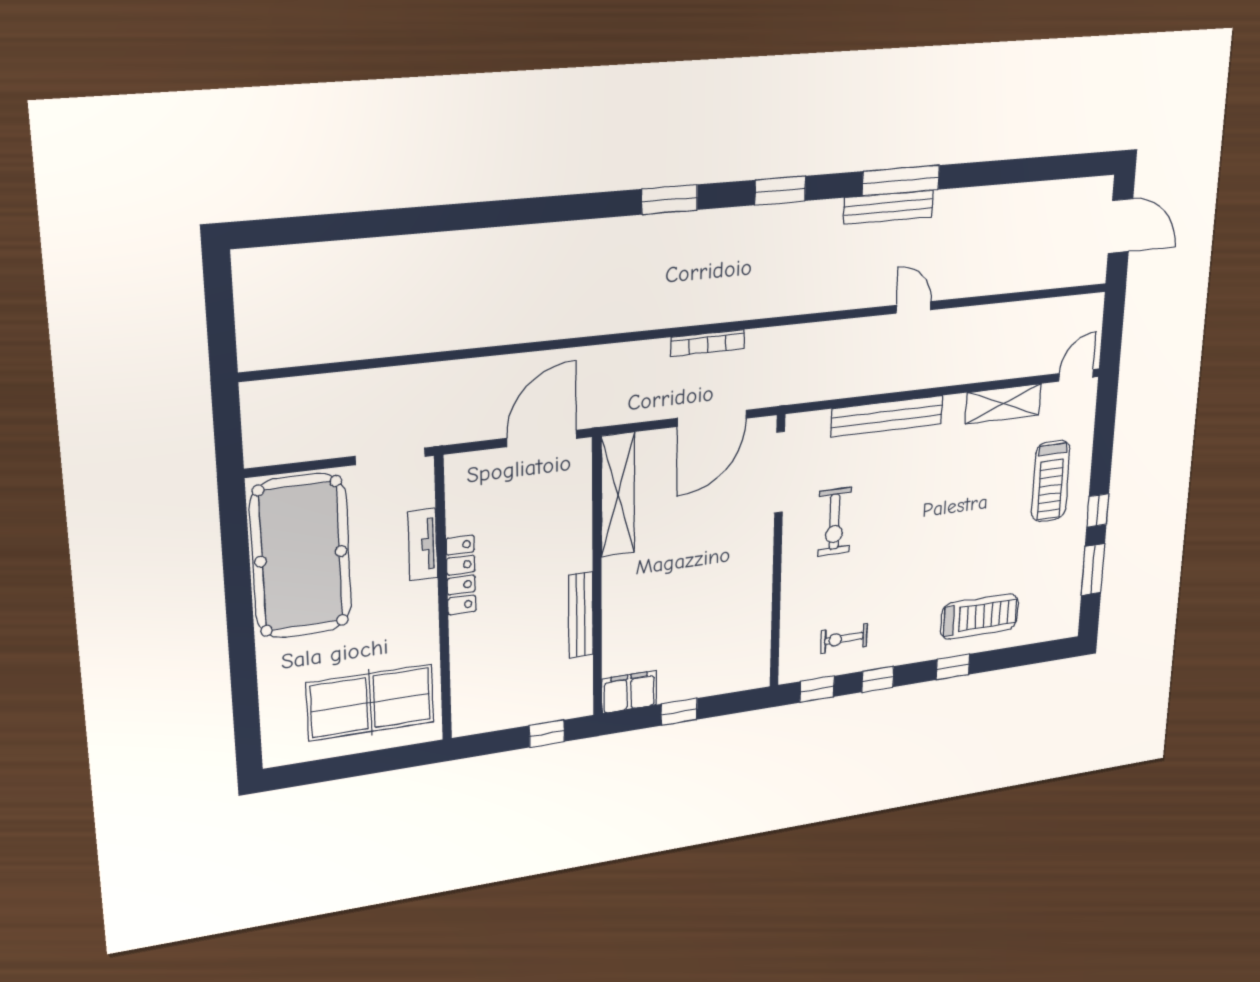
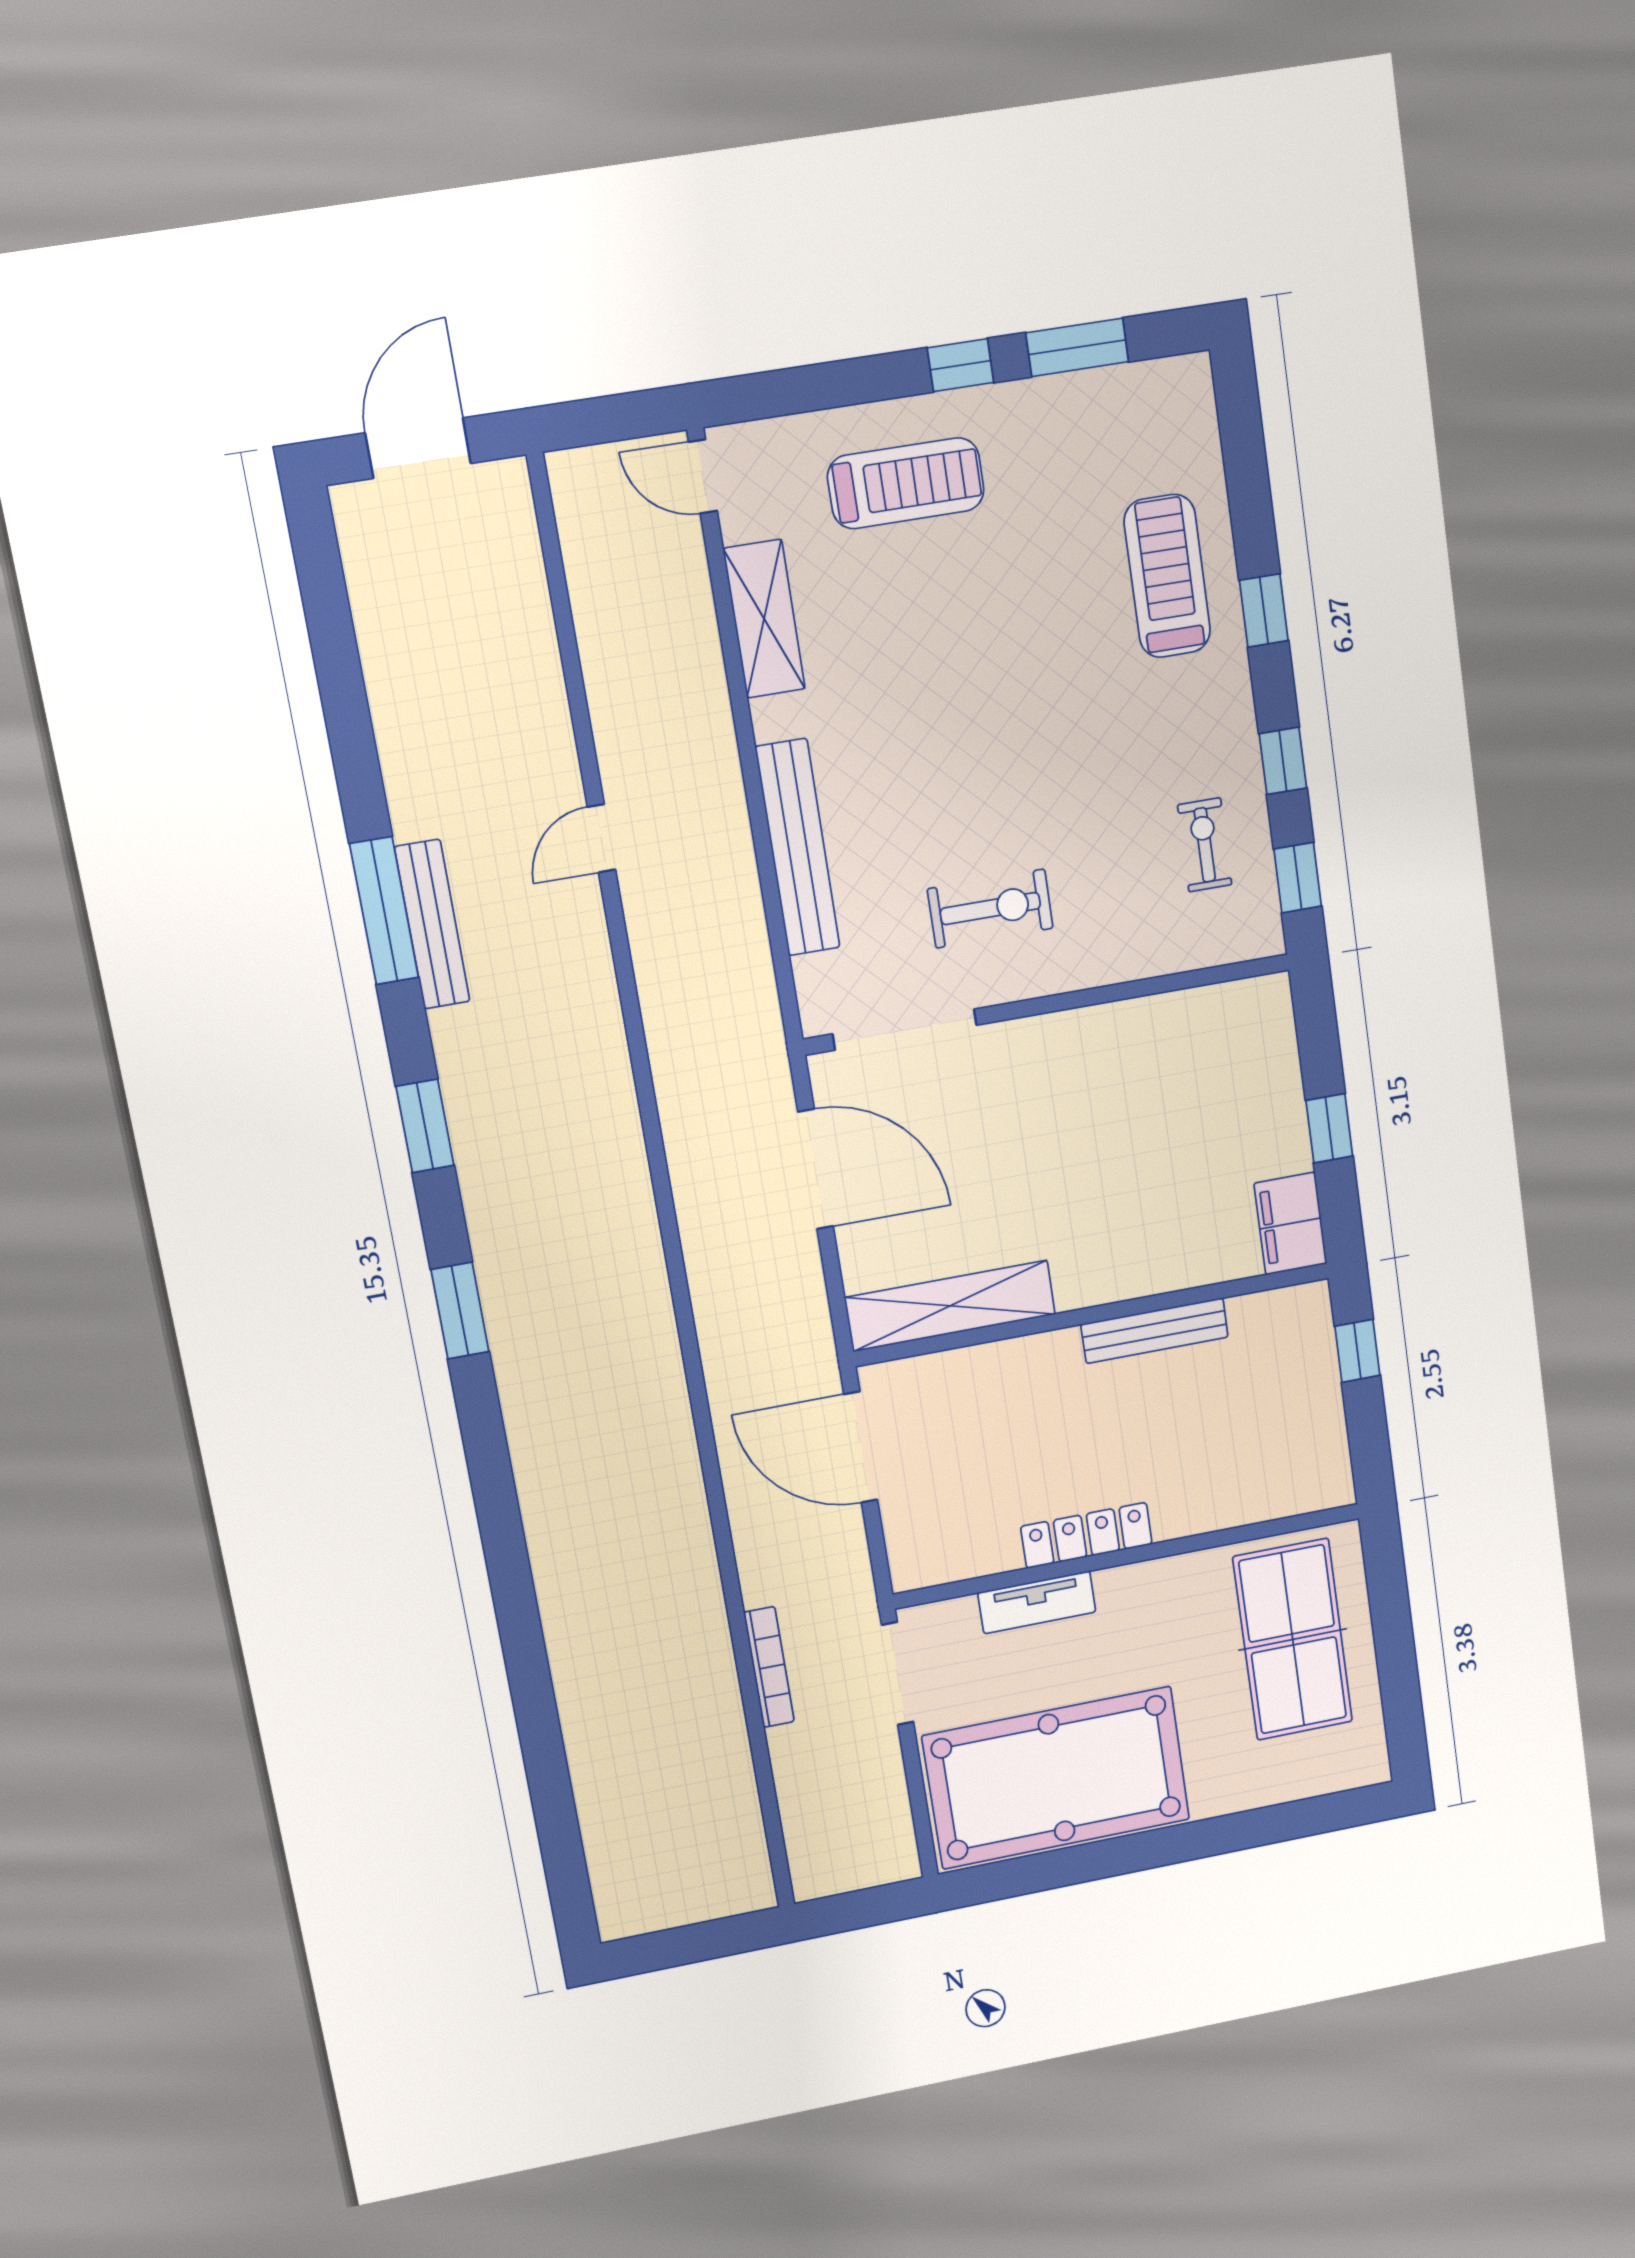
bookcase: (708, 343) -> (769, 1667), moved
exercise bike: (844, 639) -> (1205, 845), turned 180

